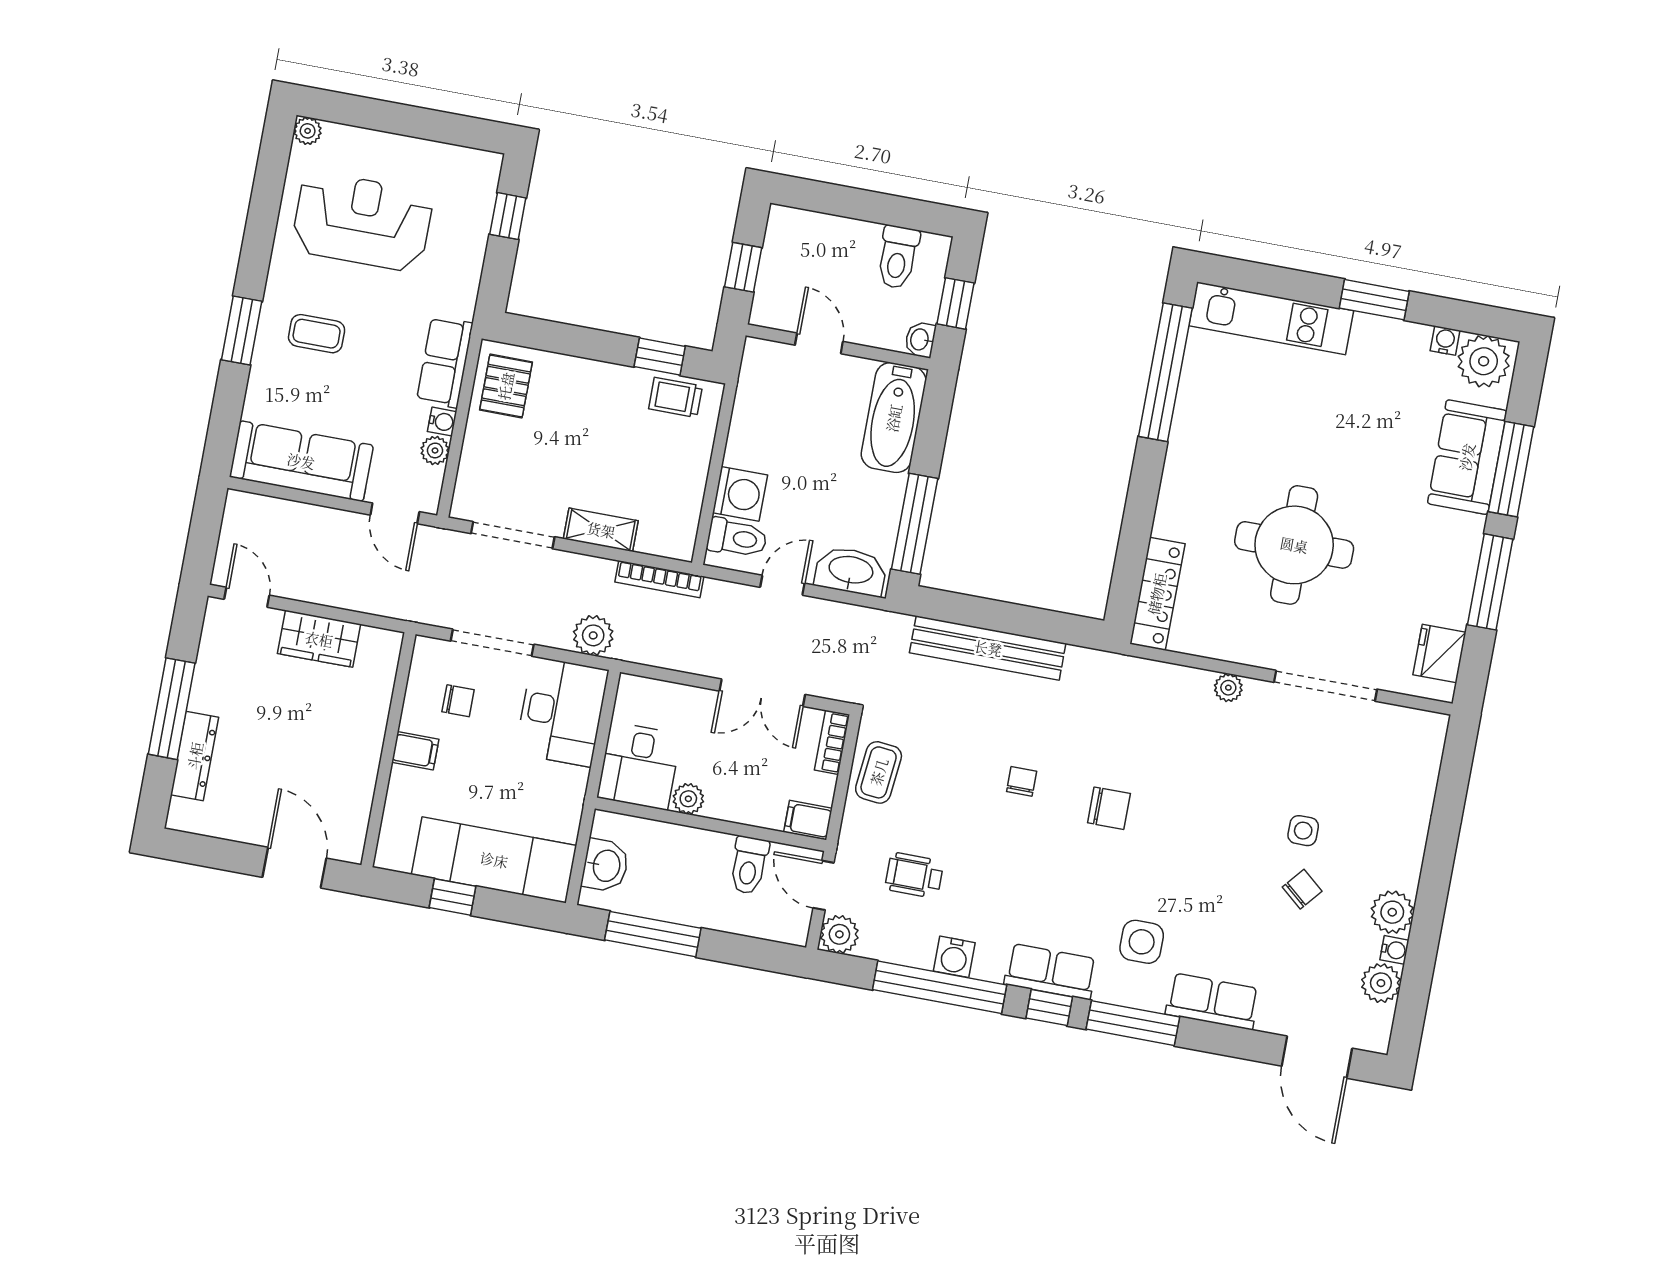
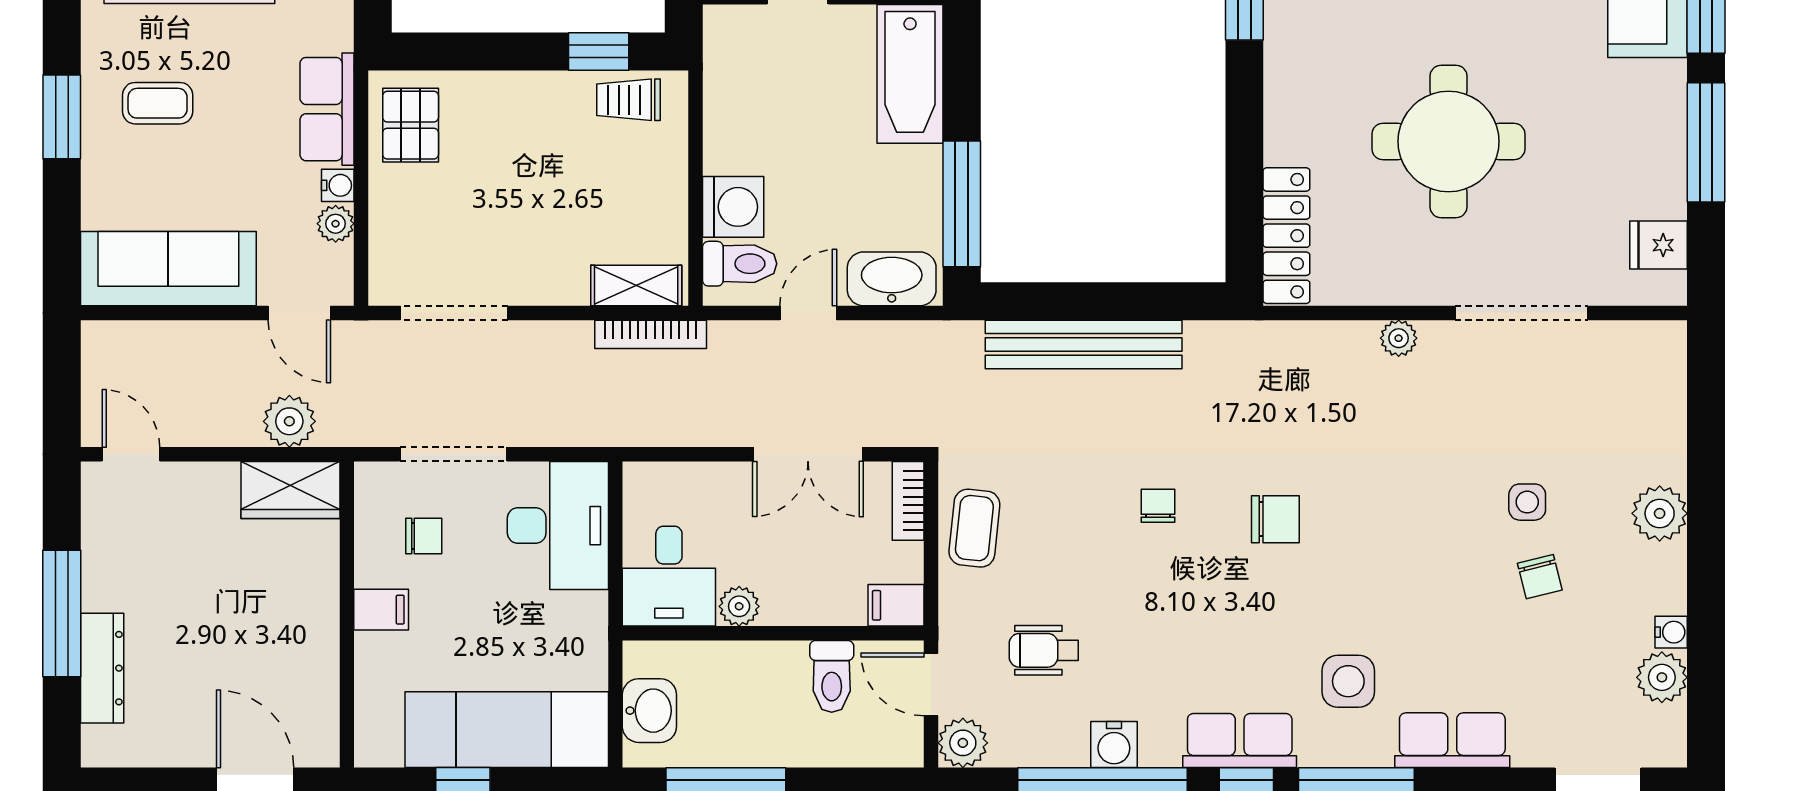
shelving: (601, 530) -> (636, 285), moved
plant: (593, 635) -> (289, 421), moved
wardrobe: (319, 639) -> (290, 490), moved
fridge: (1439, 653) -> (1659, 245), width x0.72
chair: (1302, 889) -> (1540, 577), turned 126
plant: (1392, 912) -> (1660, 513), moved

